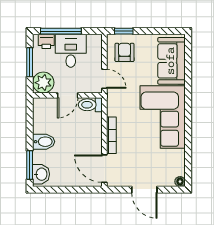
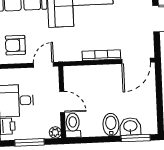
plant: (43, 83) -> (55, 132), width x0.53, depth x0.53
toilet: (90, 105) -> (73, 125), moved, turned 180
washbasin: (41, 174) -> (130, 126), moved

